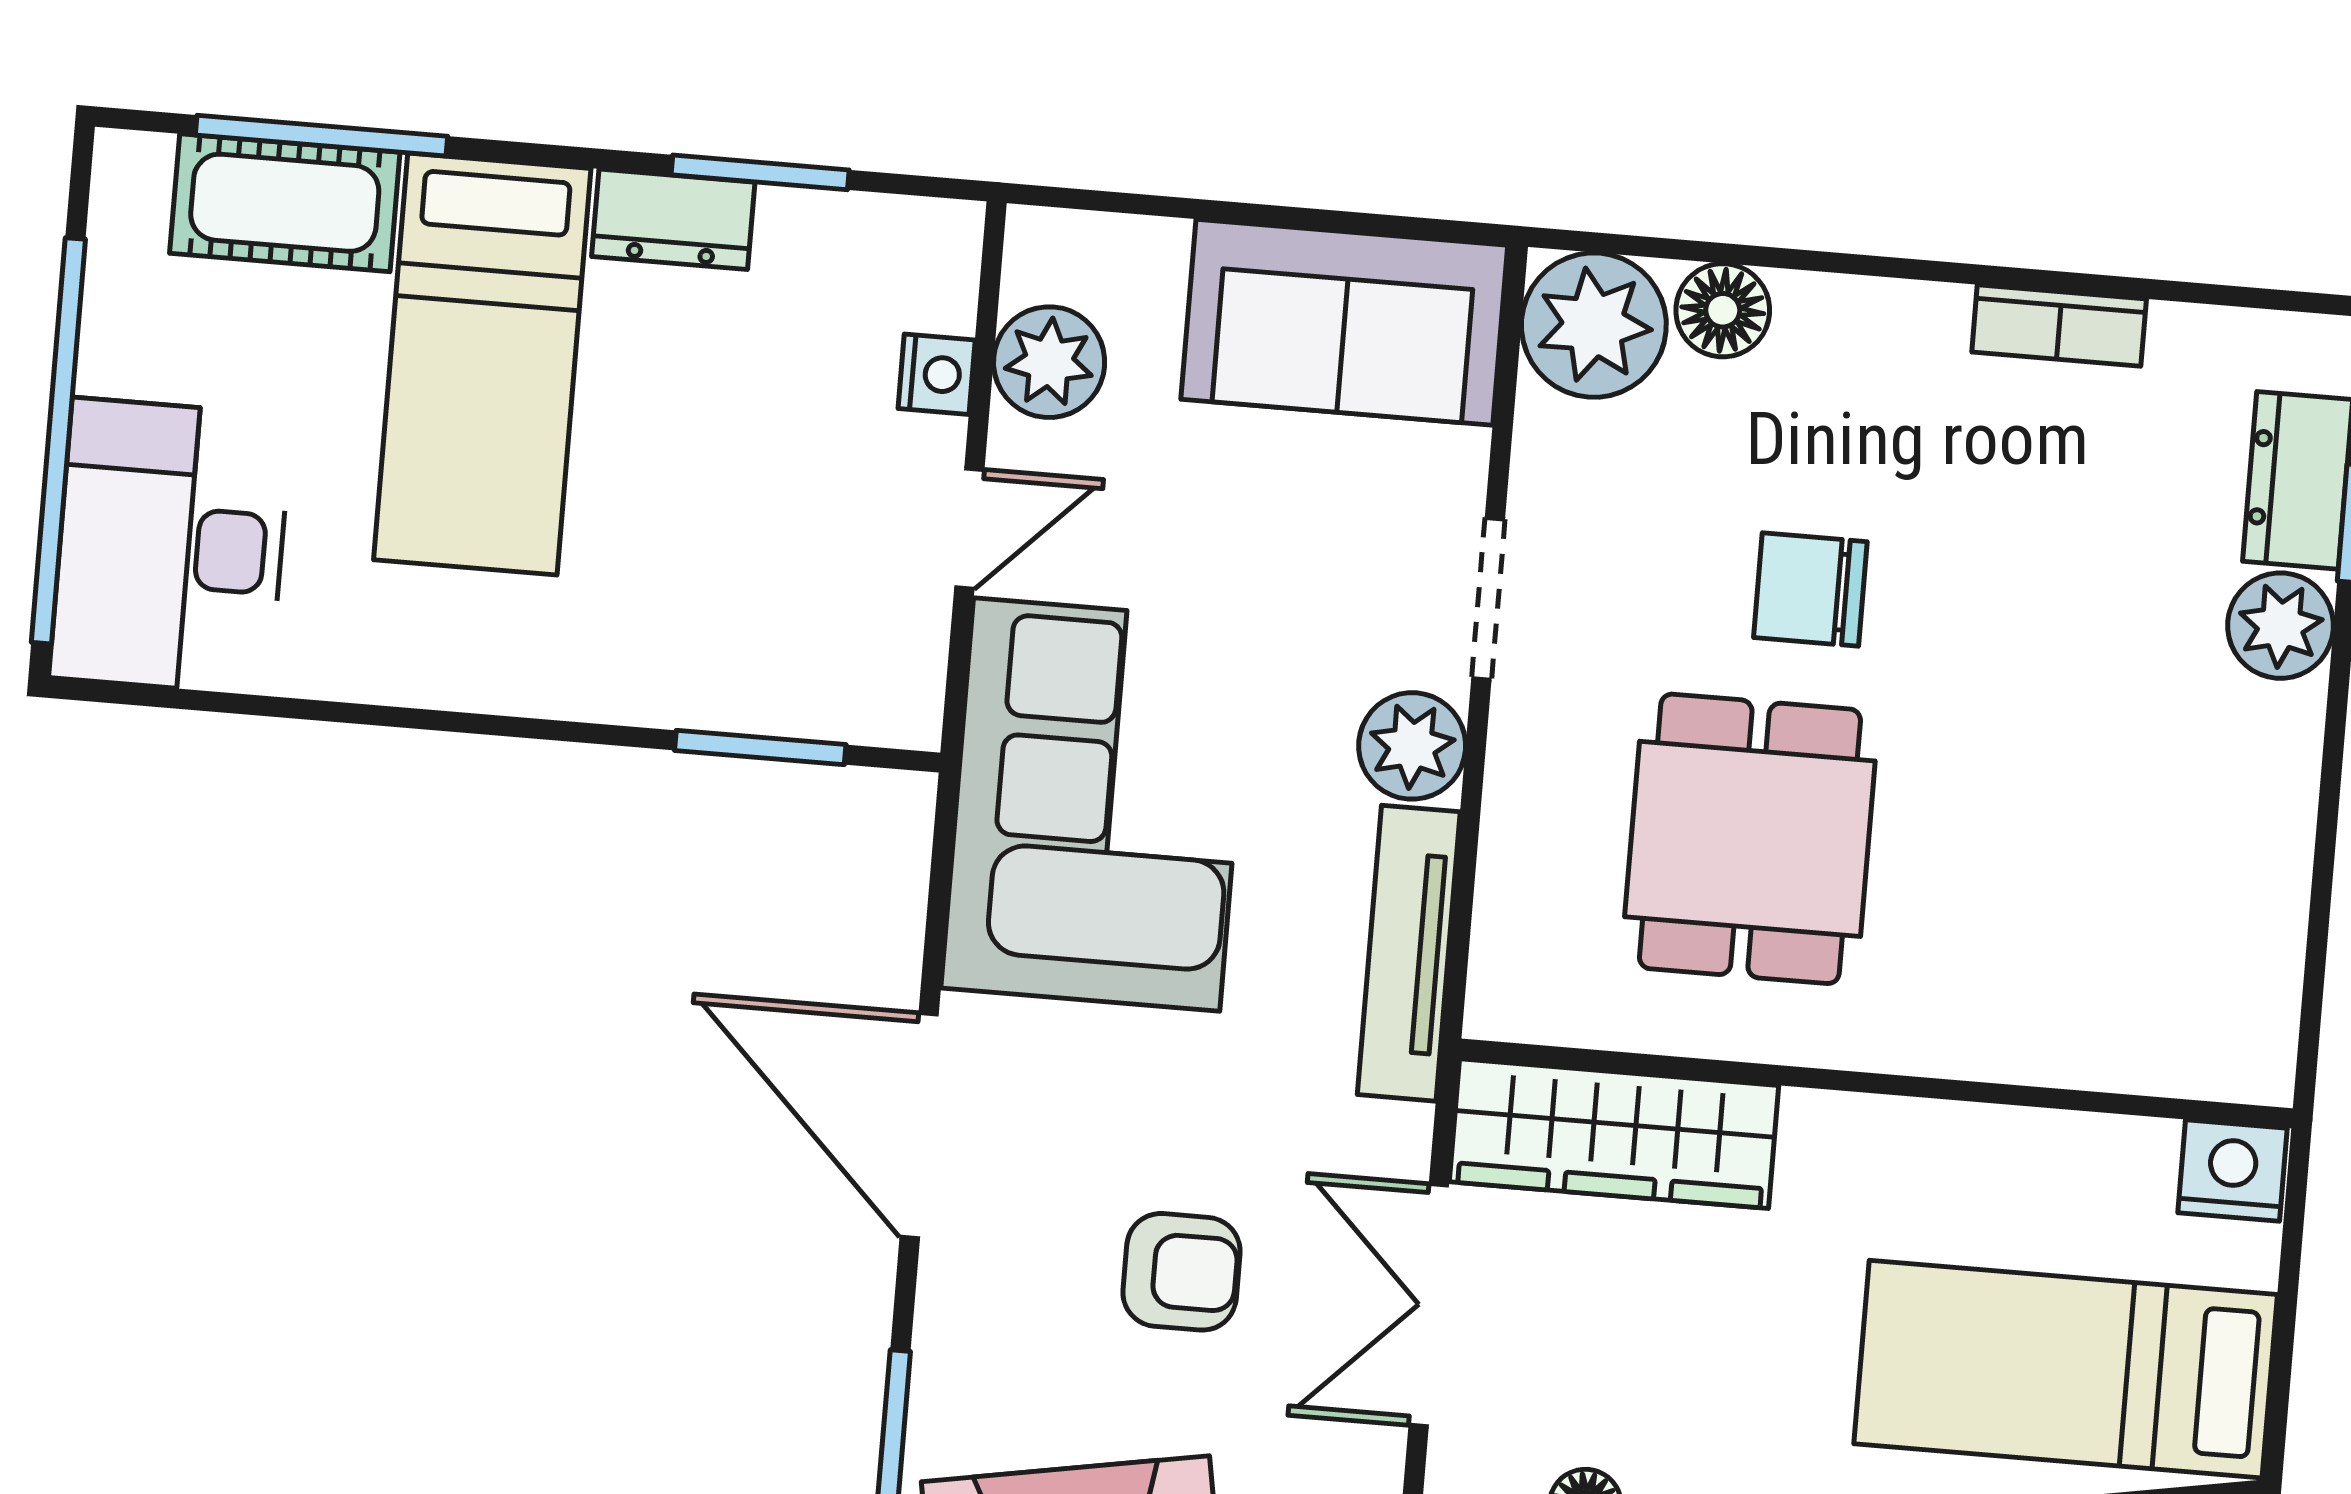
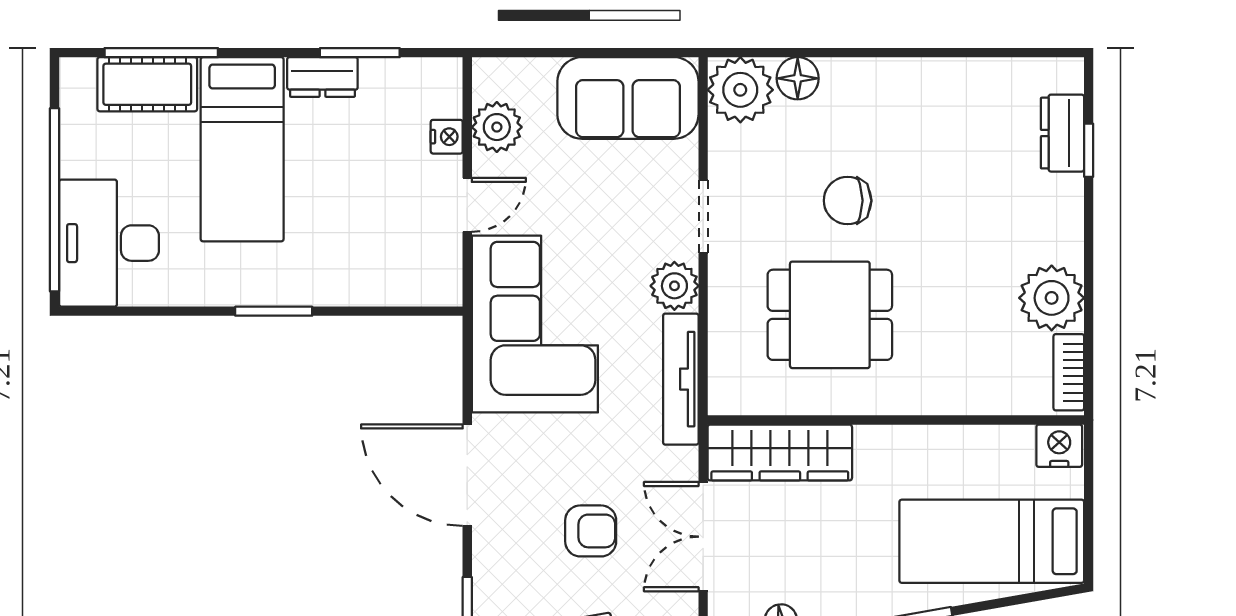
bookcase: (2059, 326) -> (1069, 372), moved, turned 90
plant: (2281, 626) -> (1052, 298), moved, width x1.36, depth x1.36
window: (760, 748) -> (274, 311), moved
dining table: (1750, 839) -> (830, 315), turned 90

